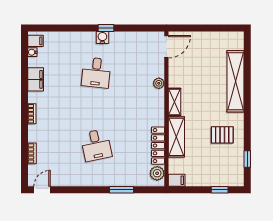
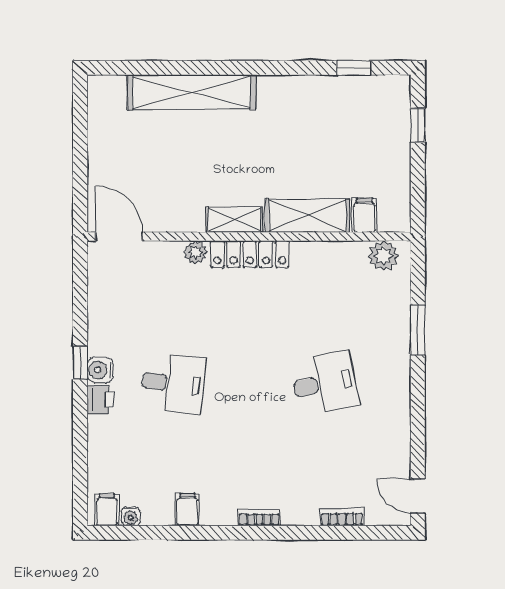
printer: (88, 38) -> (100, 400), added
filing cabinet: (36, 79) -> (187, 510), width x0.50
pallet: (222, 135) -> (303, 120), removed
locker: (158, 146) -> (250, 254), moved
filing cabinet: (177, 180) -> (365, 215), moved

